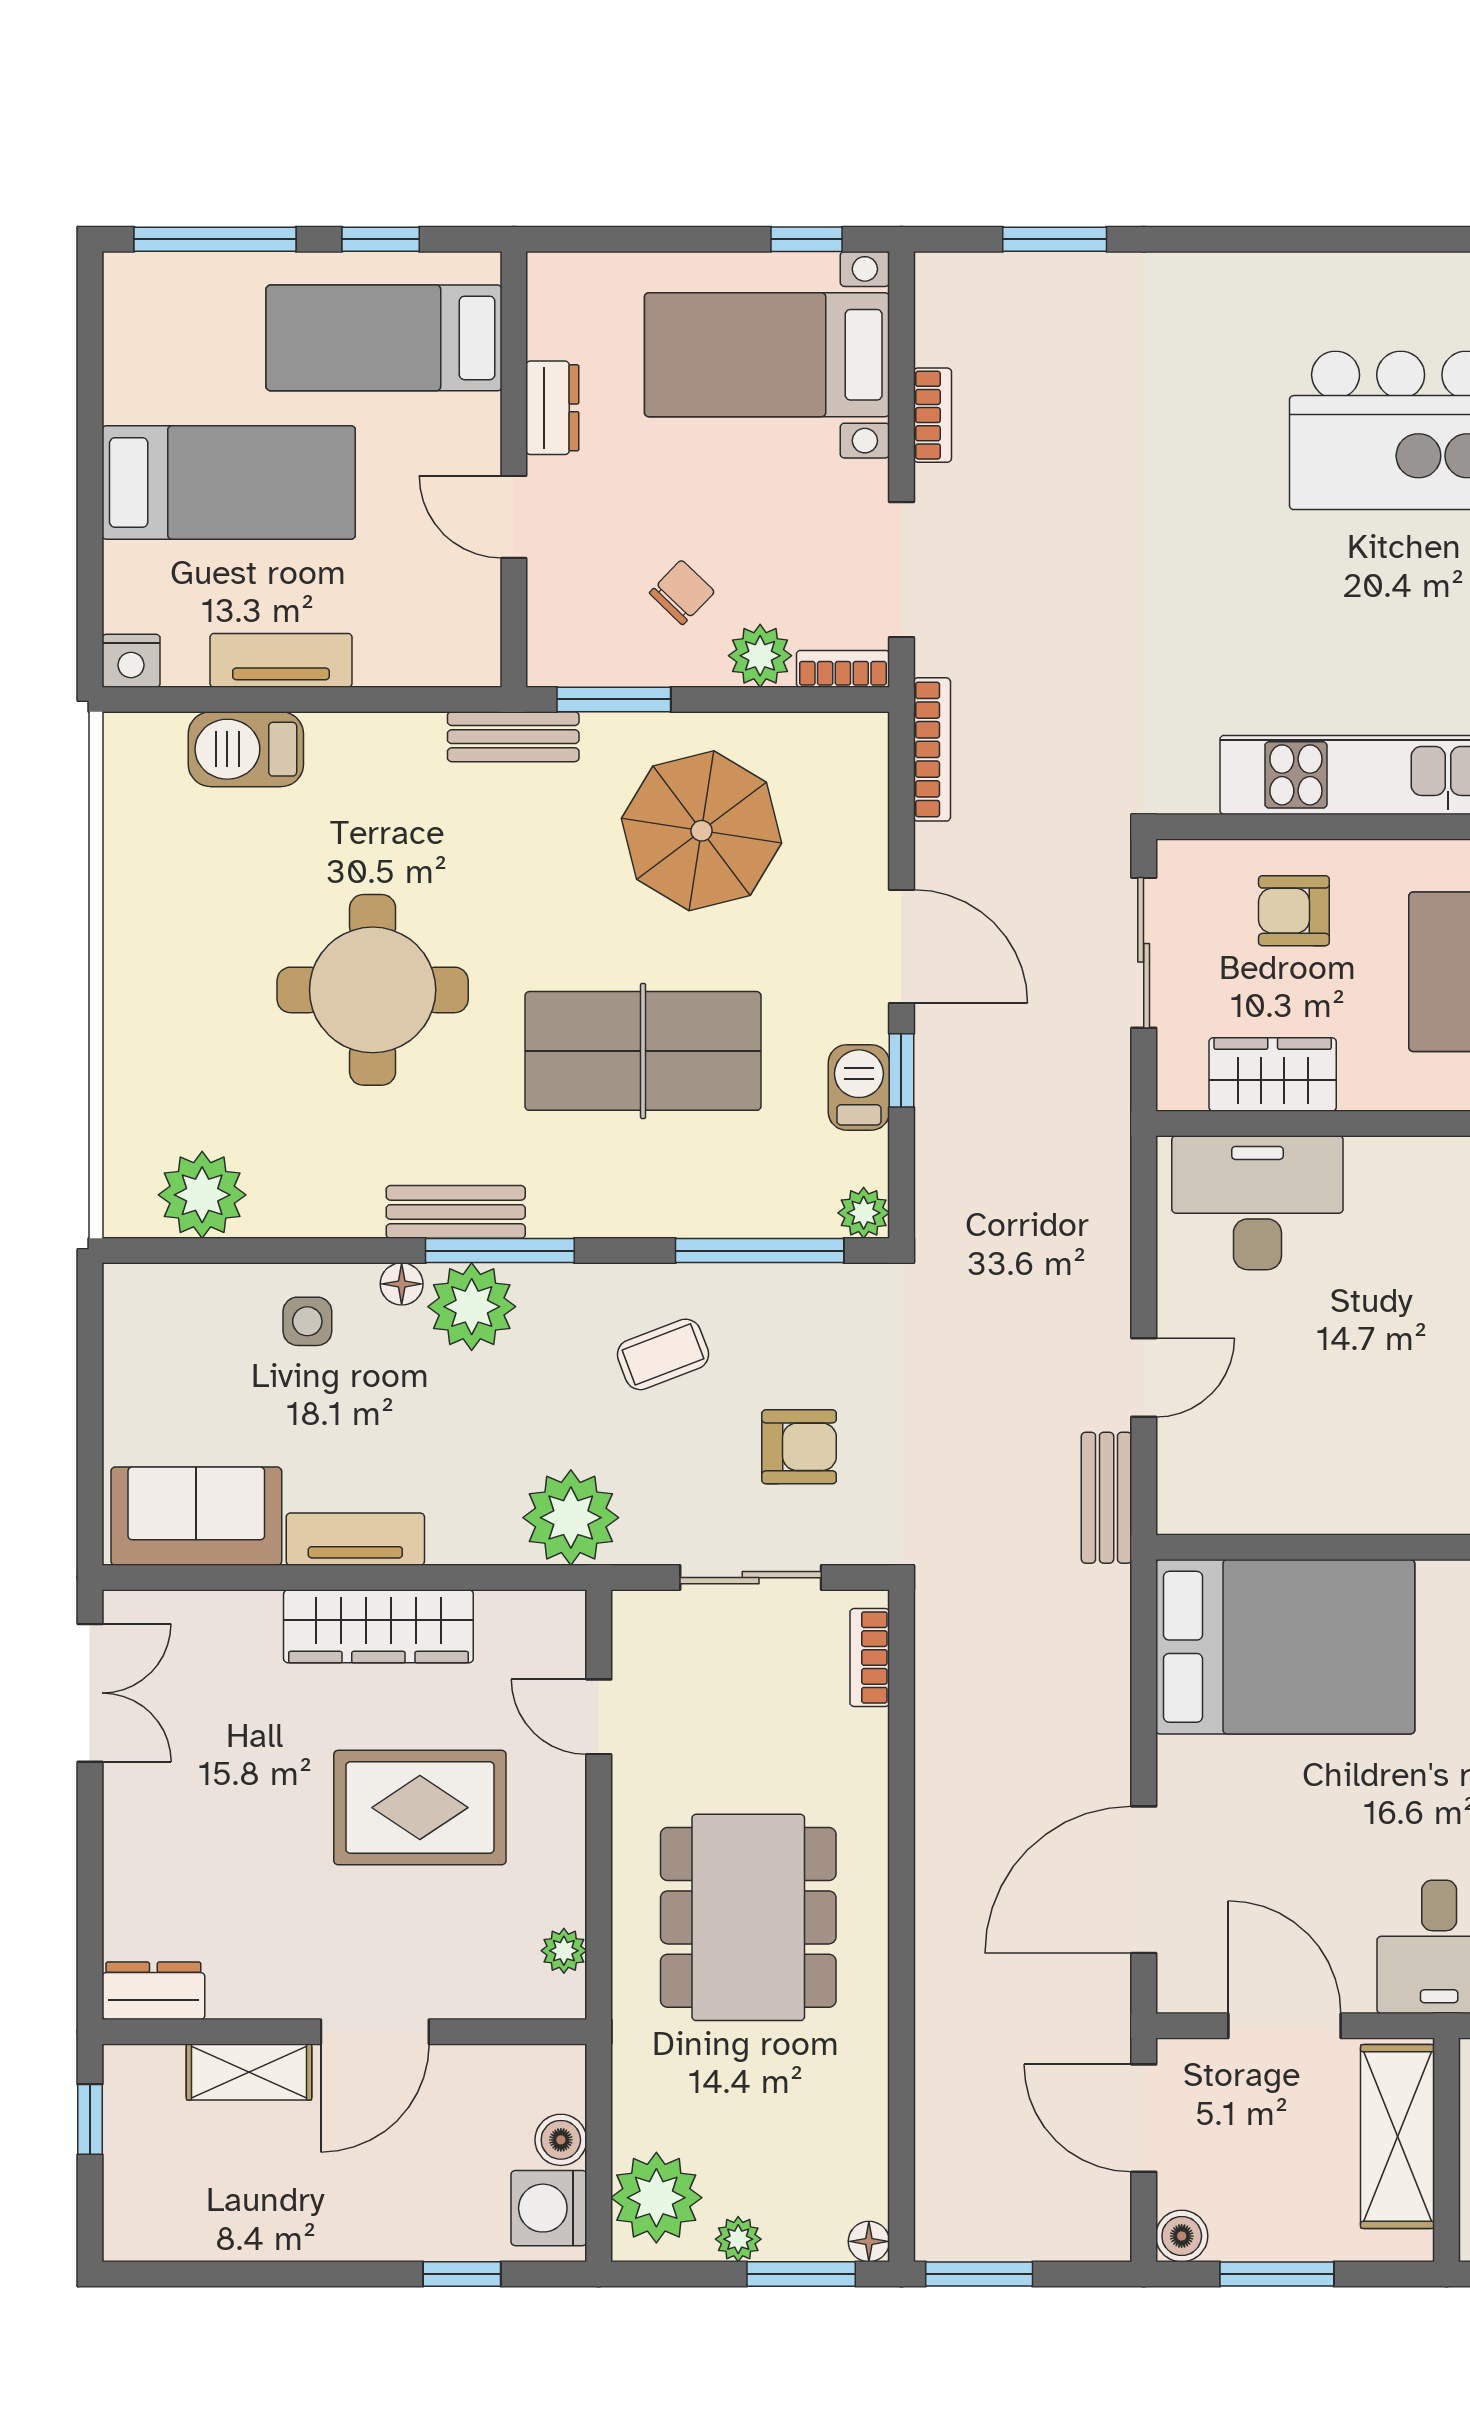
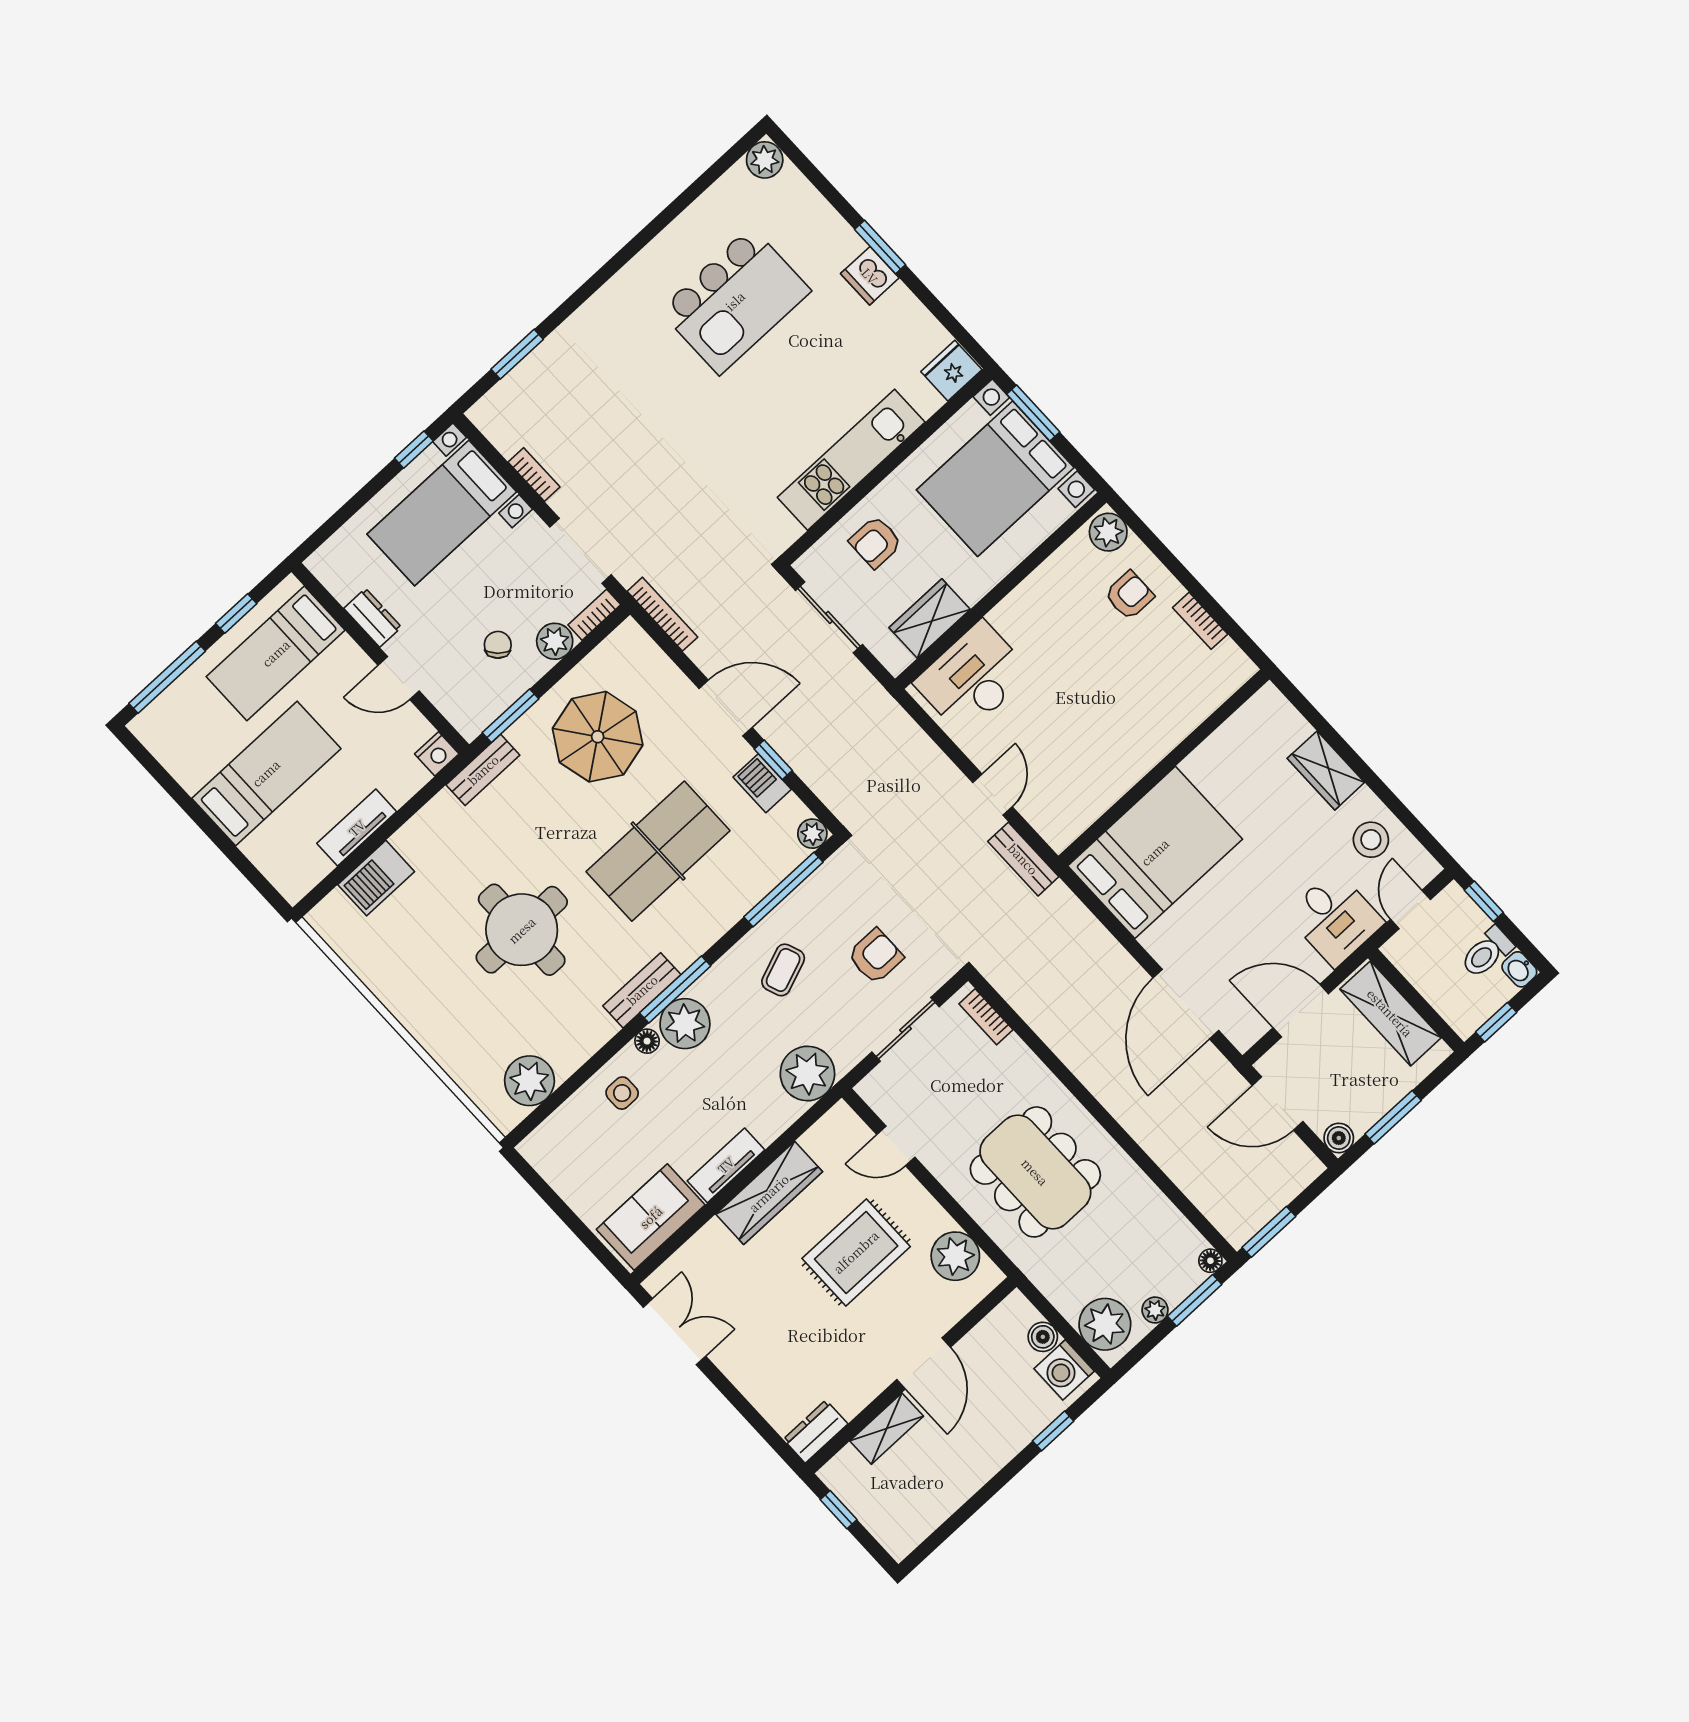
nightstand: (131, 661) -> (437, 754), moved
plant: (564, 1951) -> (955, 1256), width x1.88, depth x1.88

